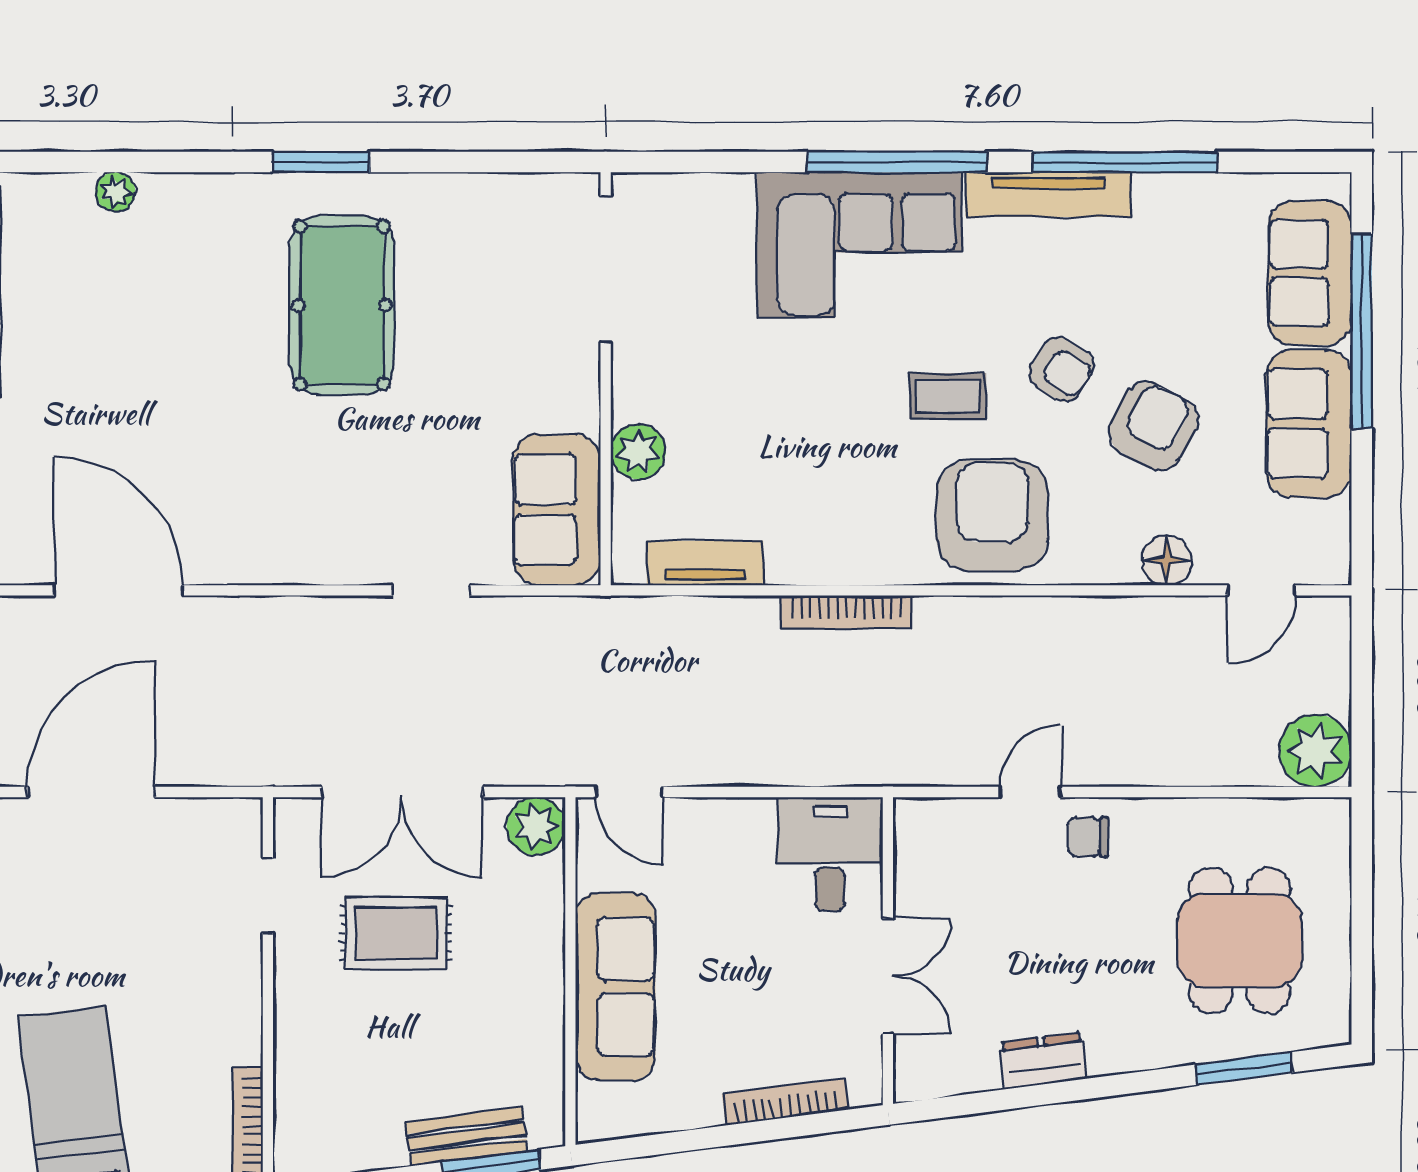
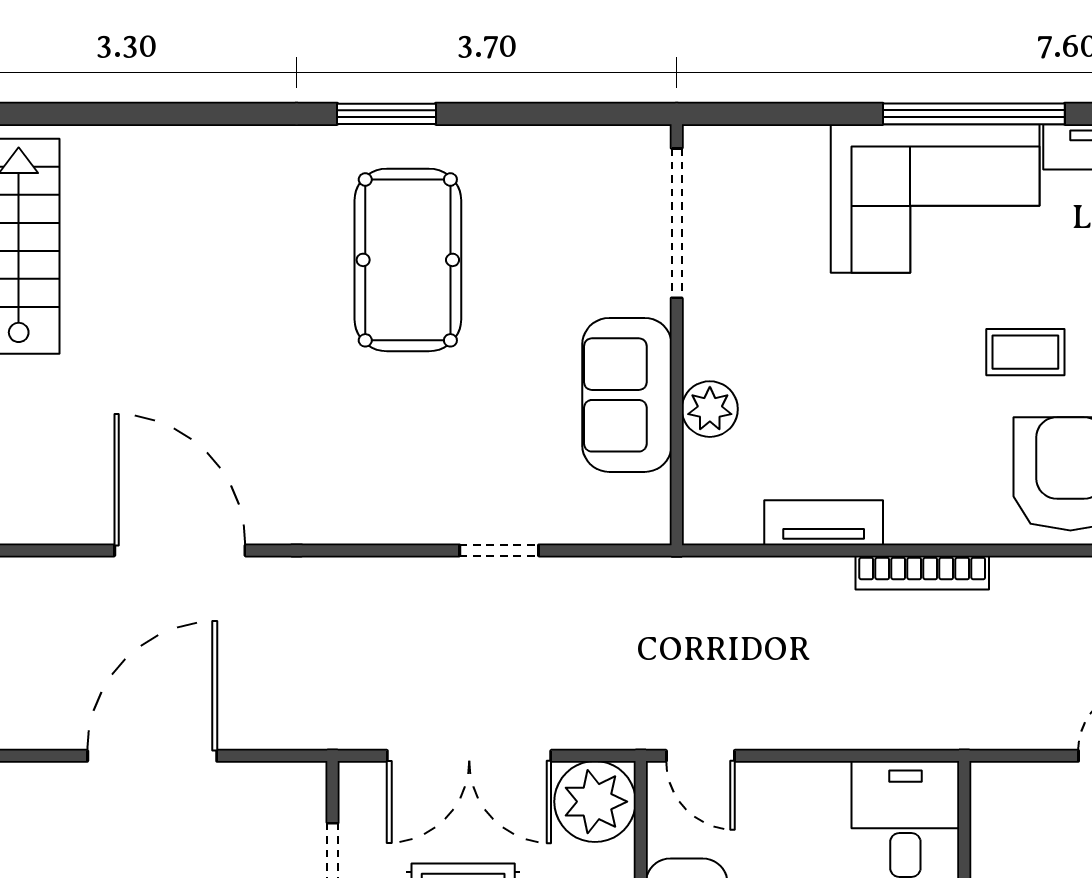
plant: (115, 192) -> (177, 144), removed
sofa: (557, 510) -> (627, 395), moved
tv unit: (705, 563) -> (824, 523), moved
plant: (536, 826) -> (595, 802), width x1.36, depth x1.36

